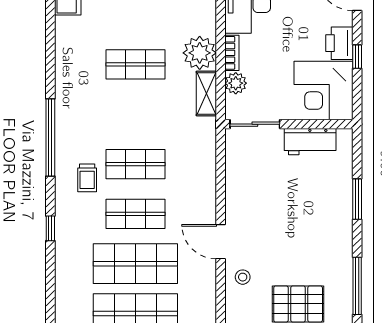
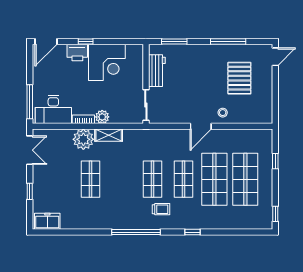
sliding door: (255, 124) -> (146, 105), moved
wall: (289, 124) -> (146, 84), moved
workbench: (310, 142) -> (157, 71), moved

